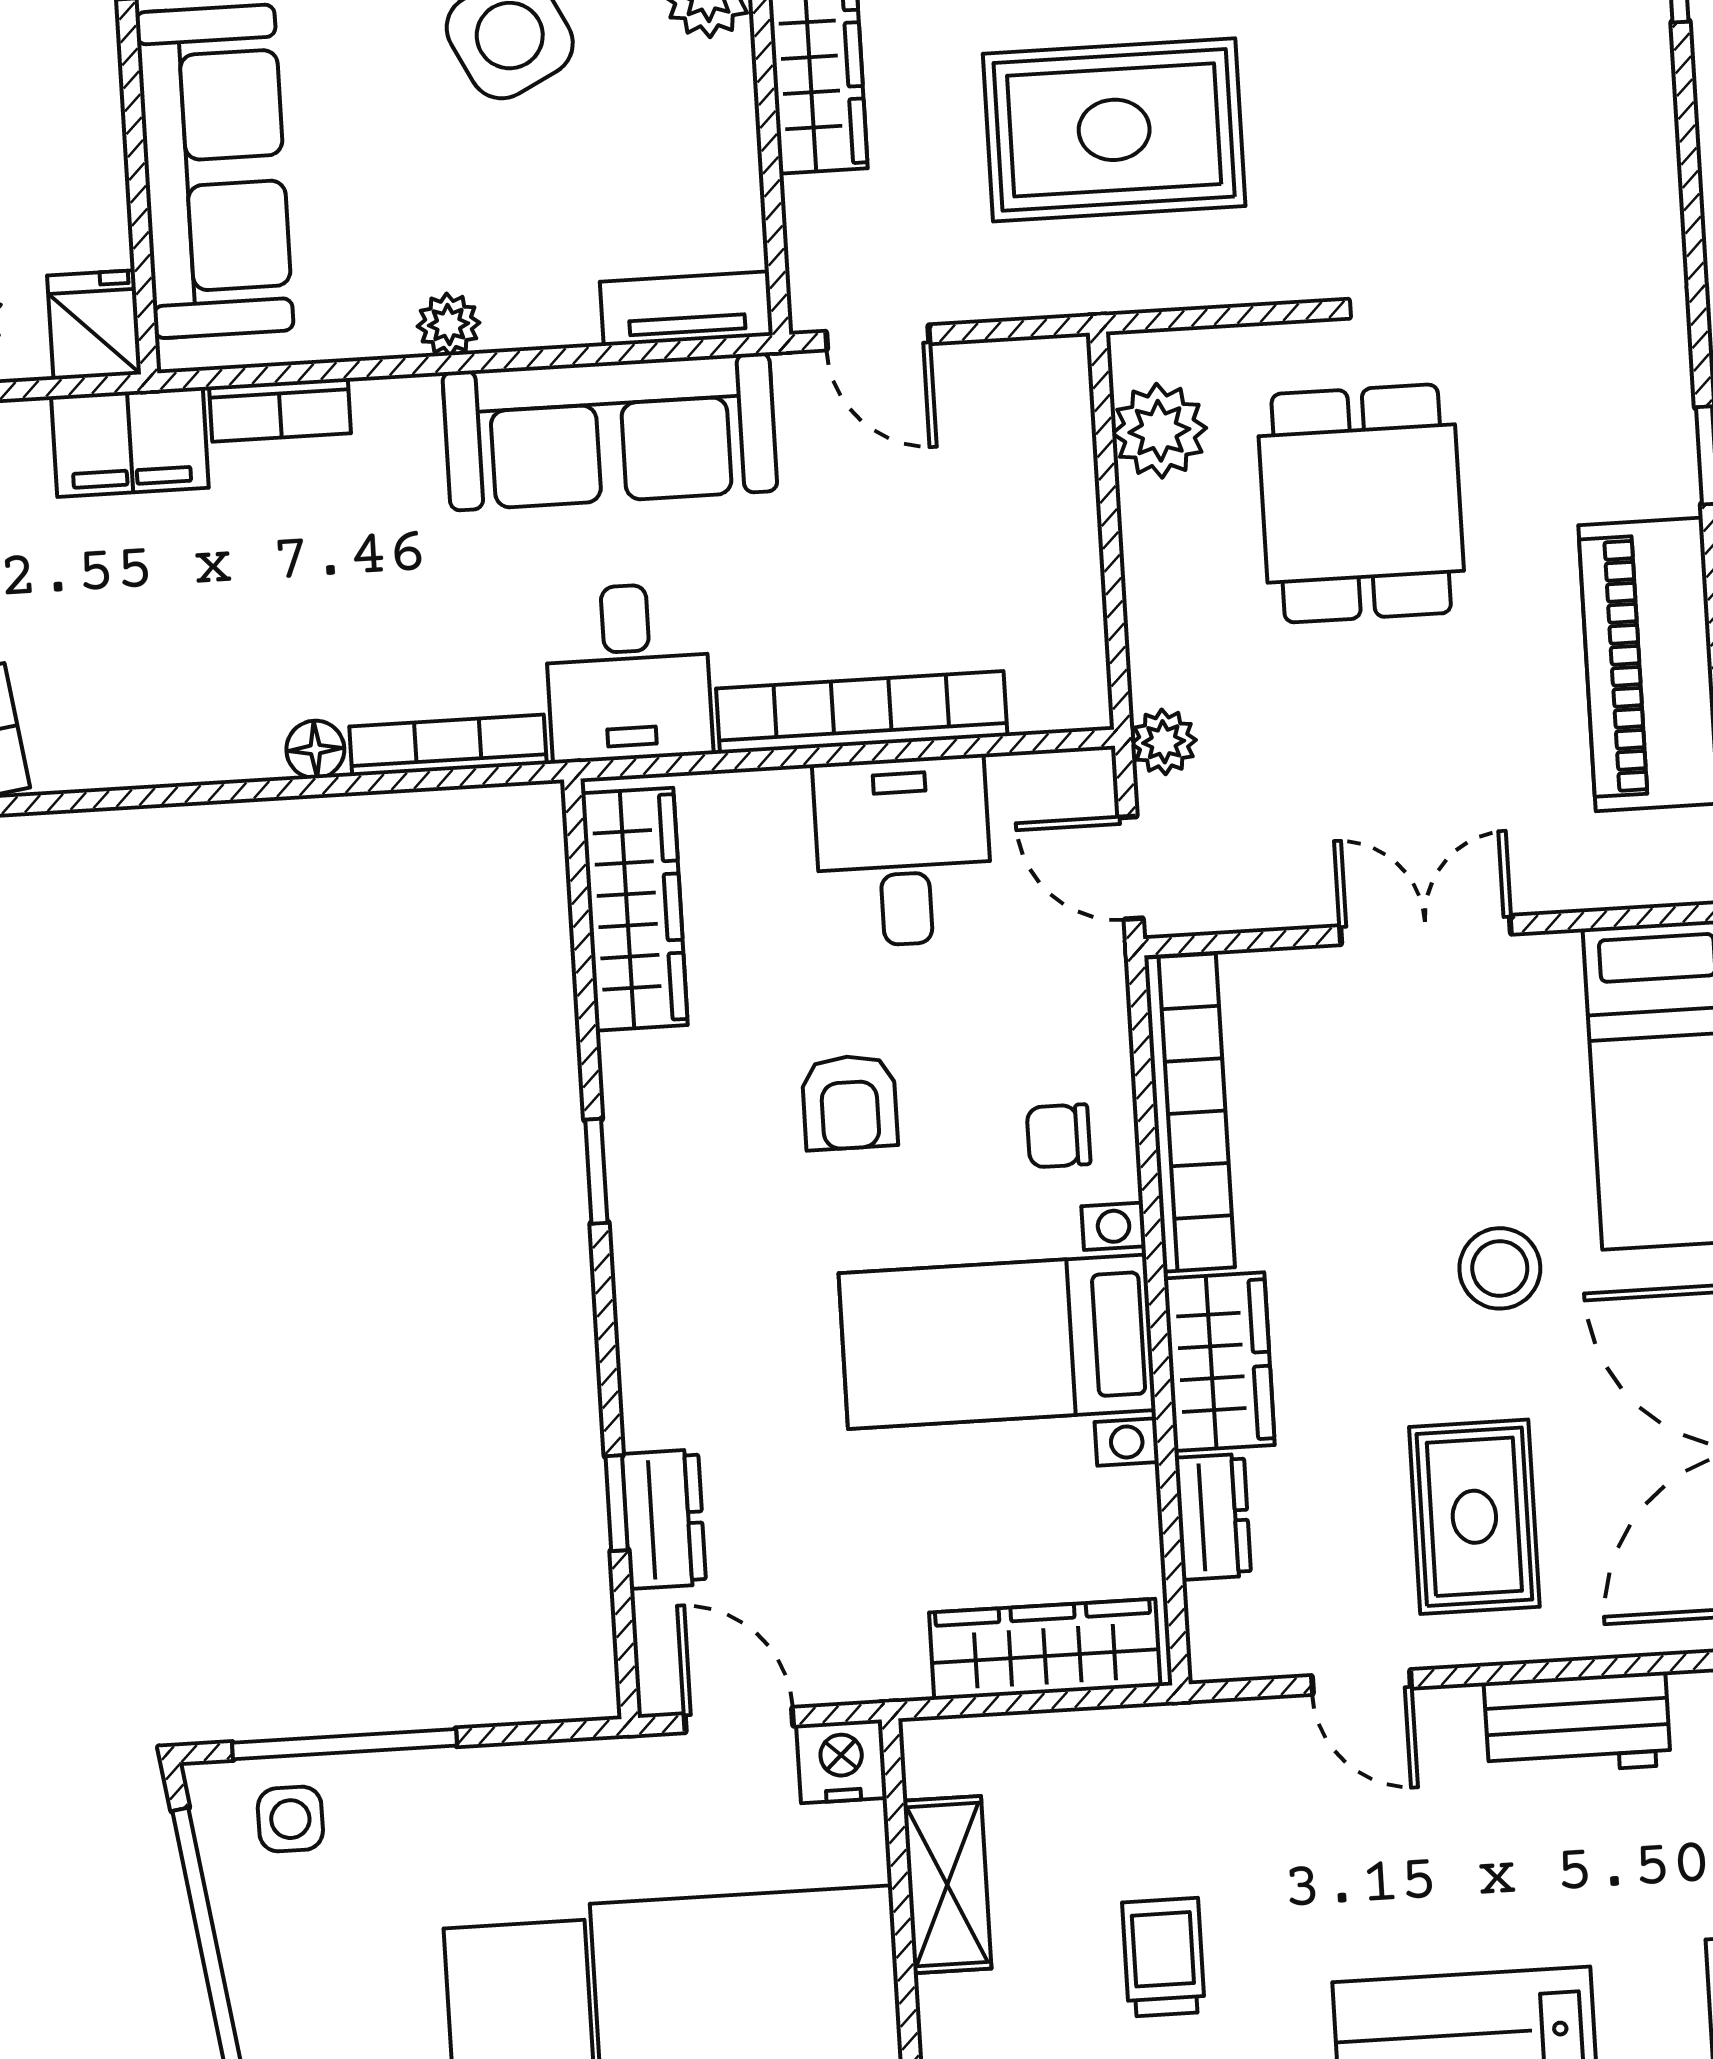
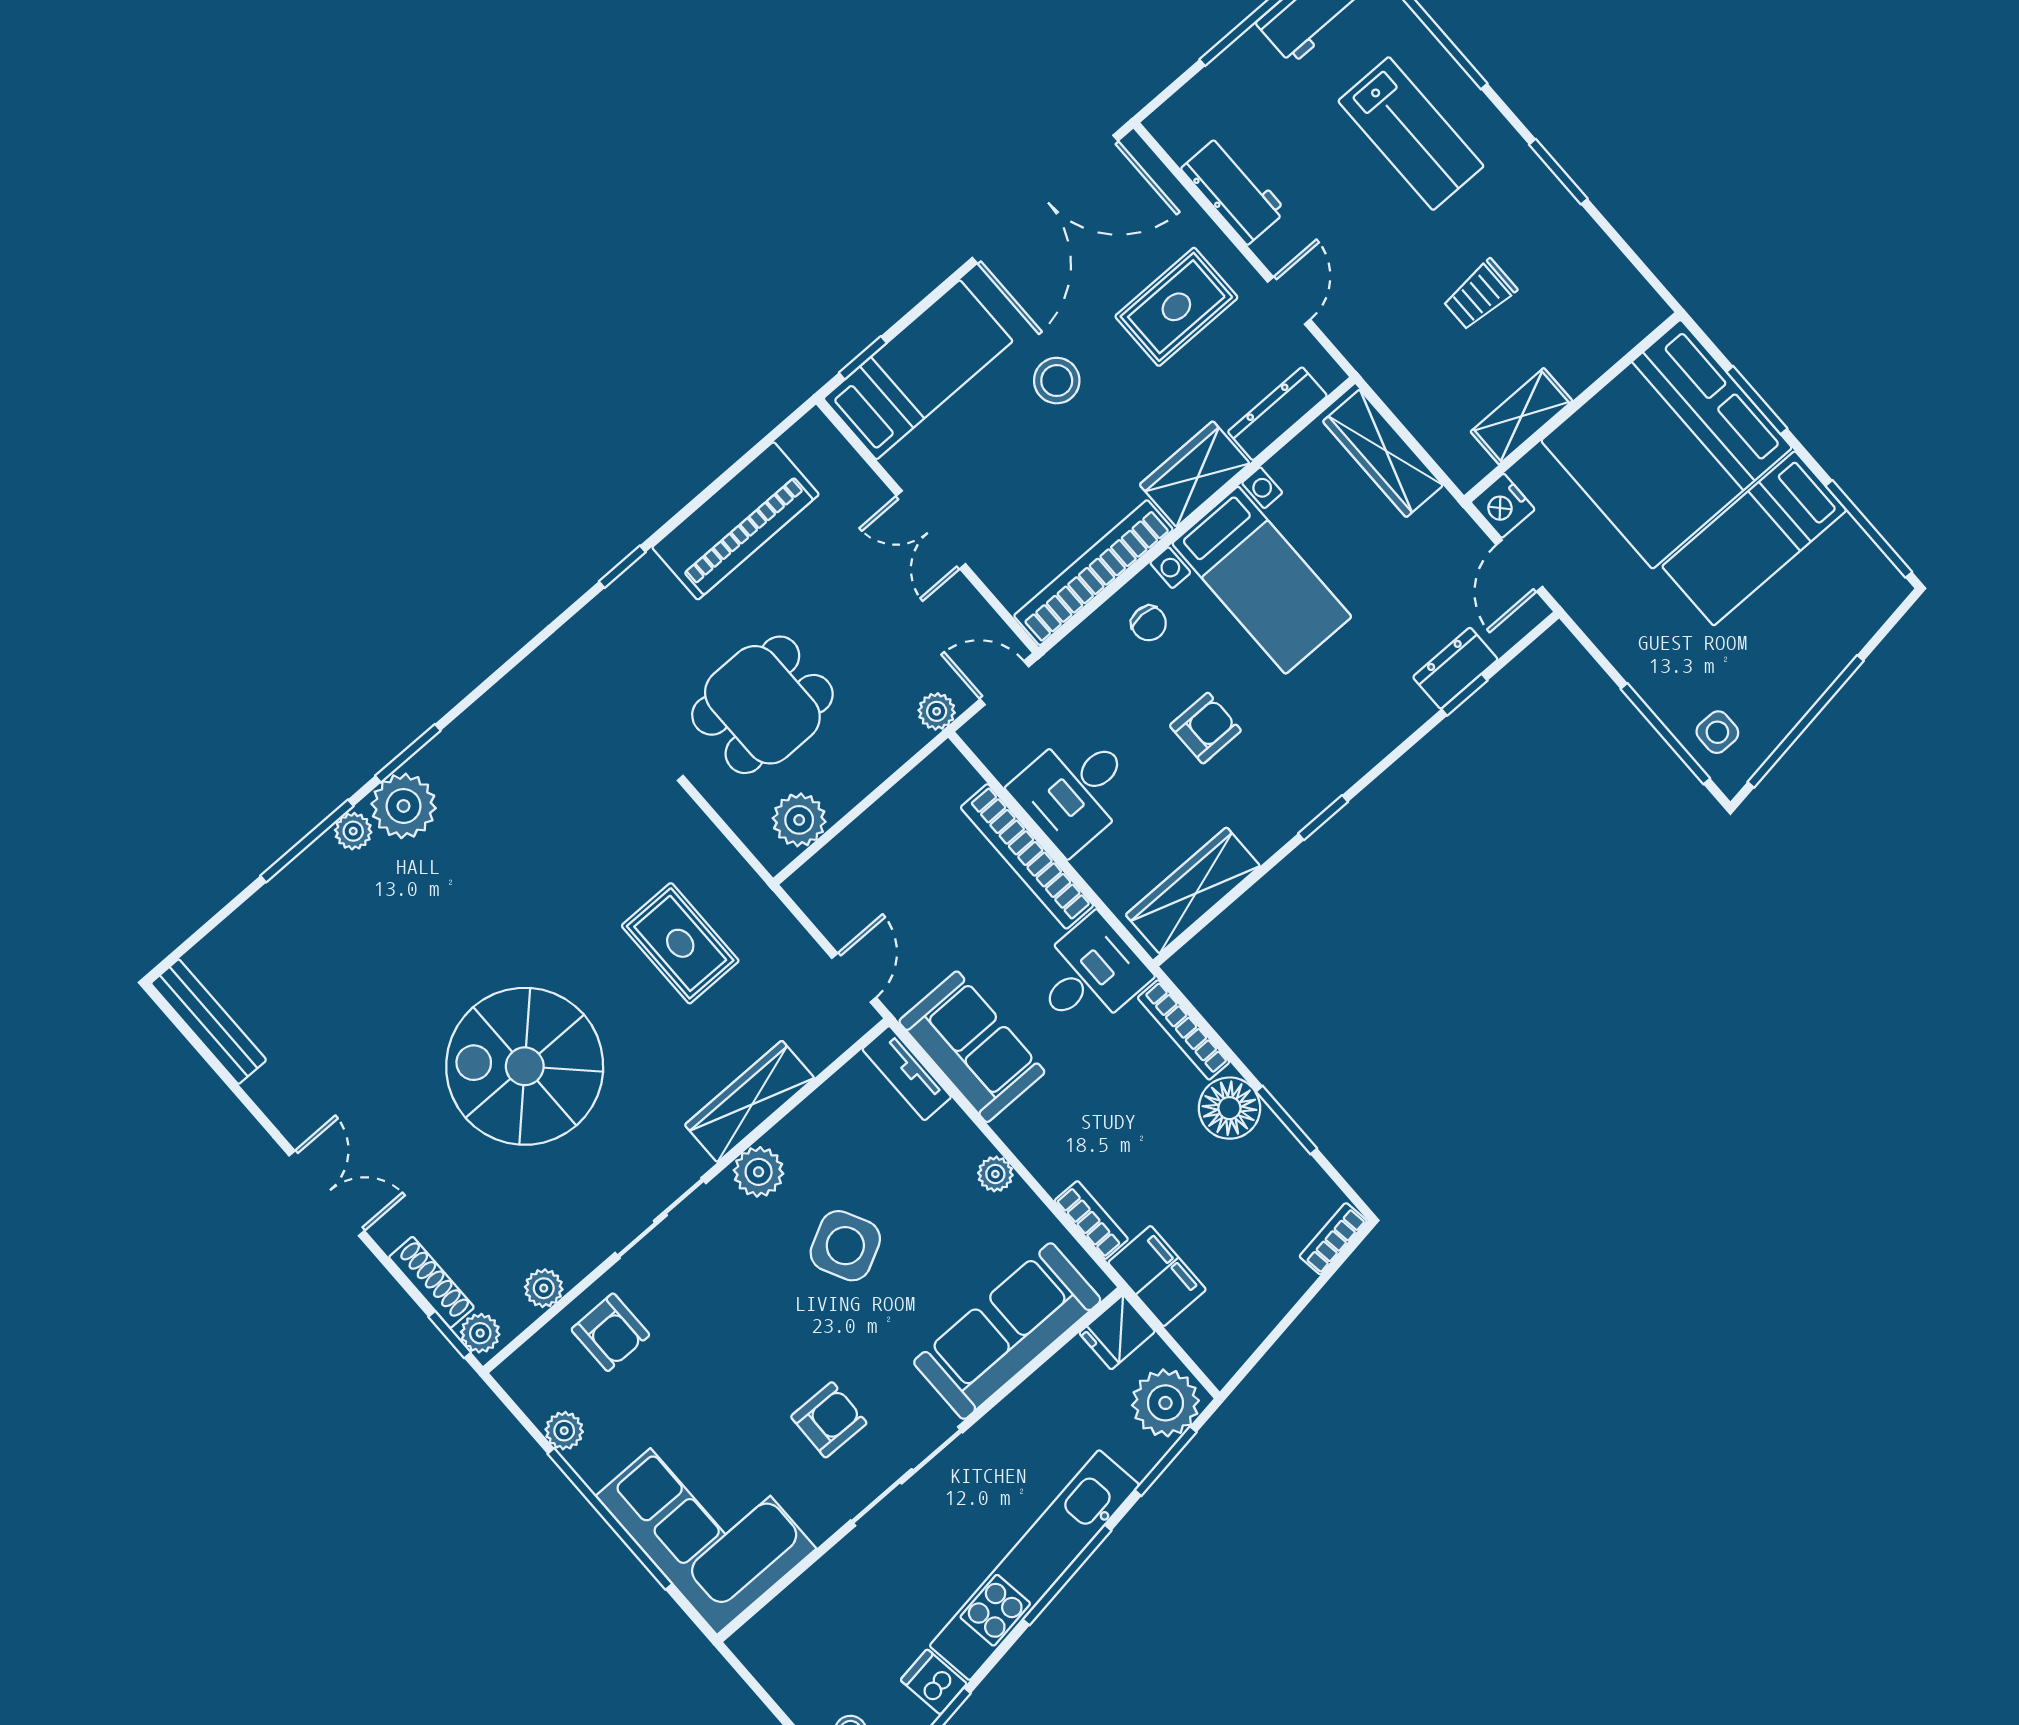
rug: (1114, 130) -> (680, 943), width x0.73, depth x0.70
sofa: (610, 432) -> (972, 1047), width x0.73
floor lamp: (315, 749) -> (1229, 1108), width x1.89, depth x1.89
window: (210, 793) -> (1287, 1120), added
door: (1131, 868) -> (1004, 683), swing flipped
dresser: (1213, 1517) -> (1277, 414), width x1.44

